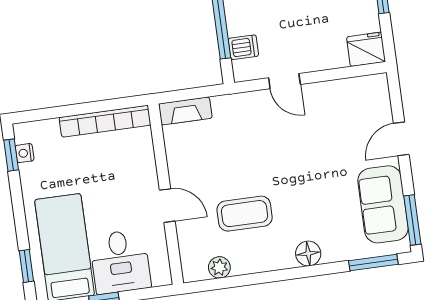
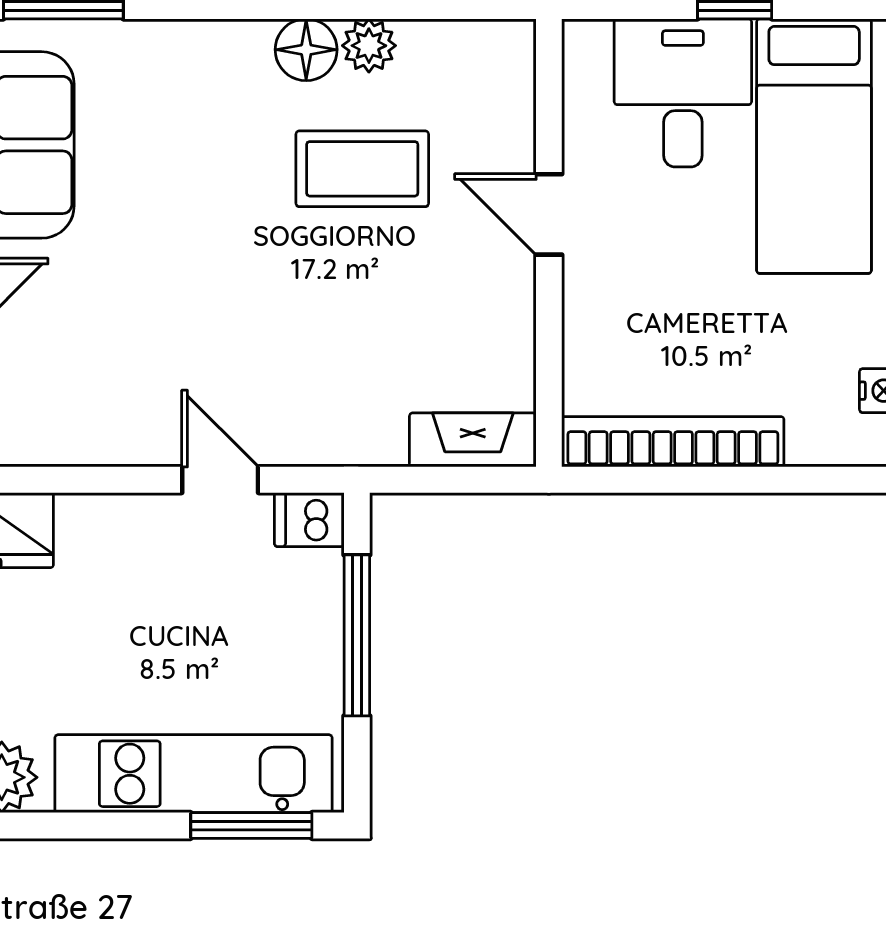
dishwasher: (243, 47) -> (309, 520), moved
floor lamp: (308, 254) -> (306, 50), moved
plant: (219, 267) -> (369, 46), moved

